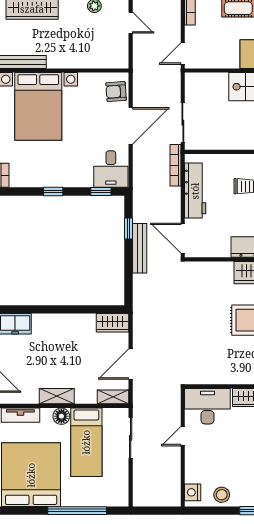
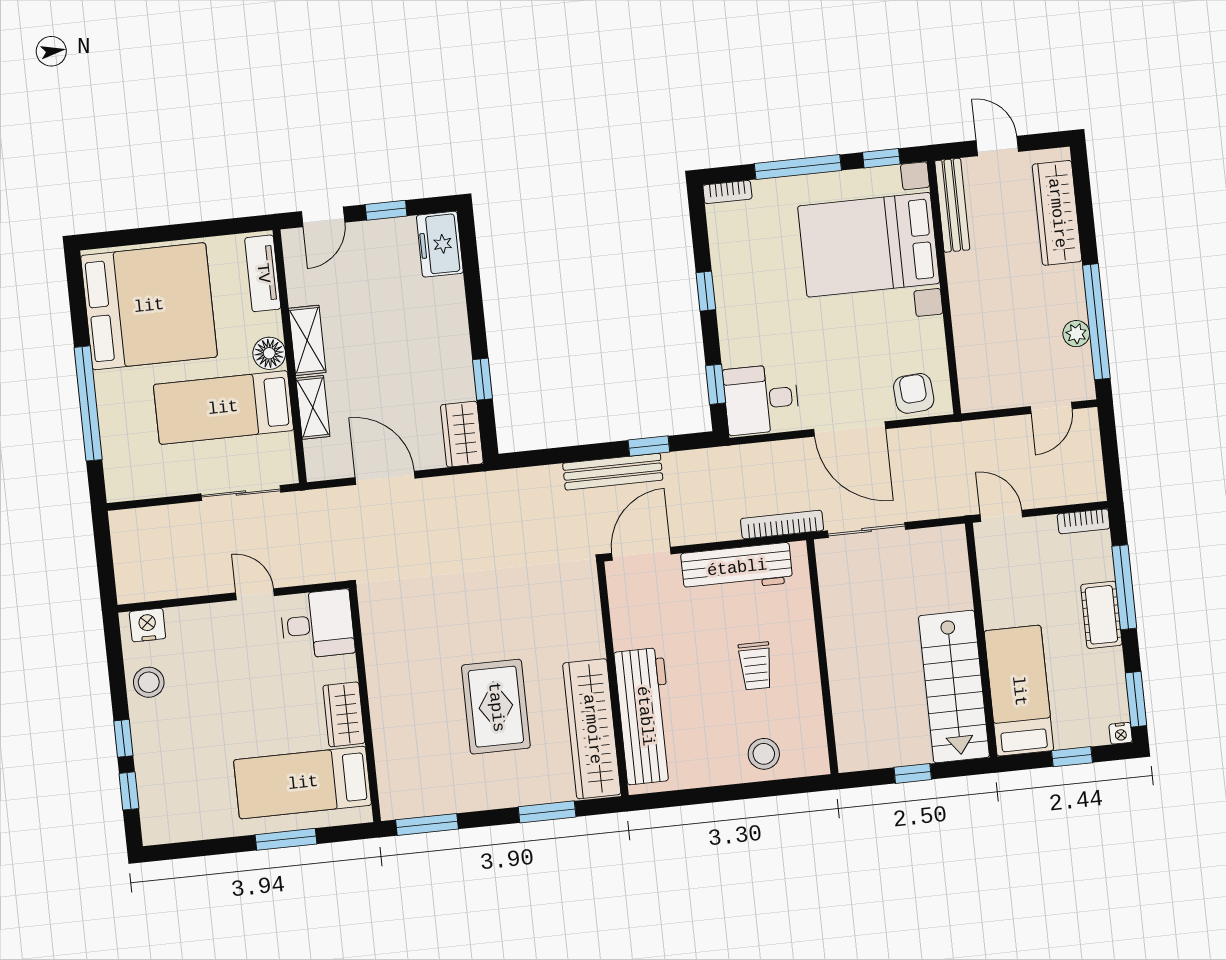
window: (86, 309) -> (483, 379), added
shelving: (113, 397) -> (313, 407), moved
desk: (207, 406) -> (317, 624), width x0.73

